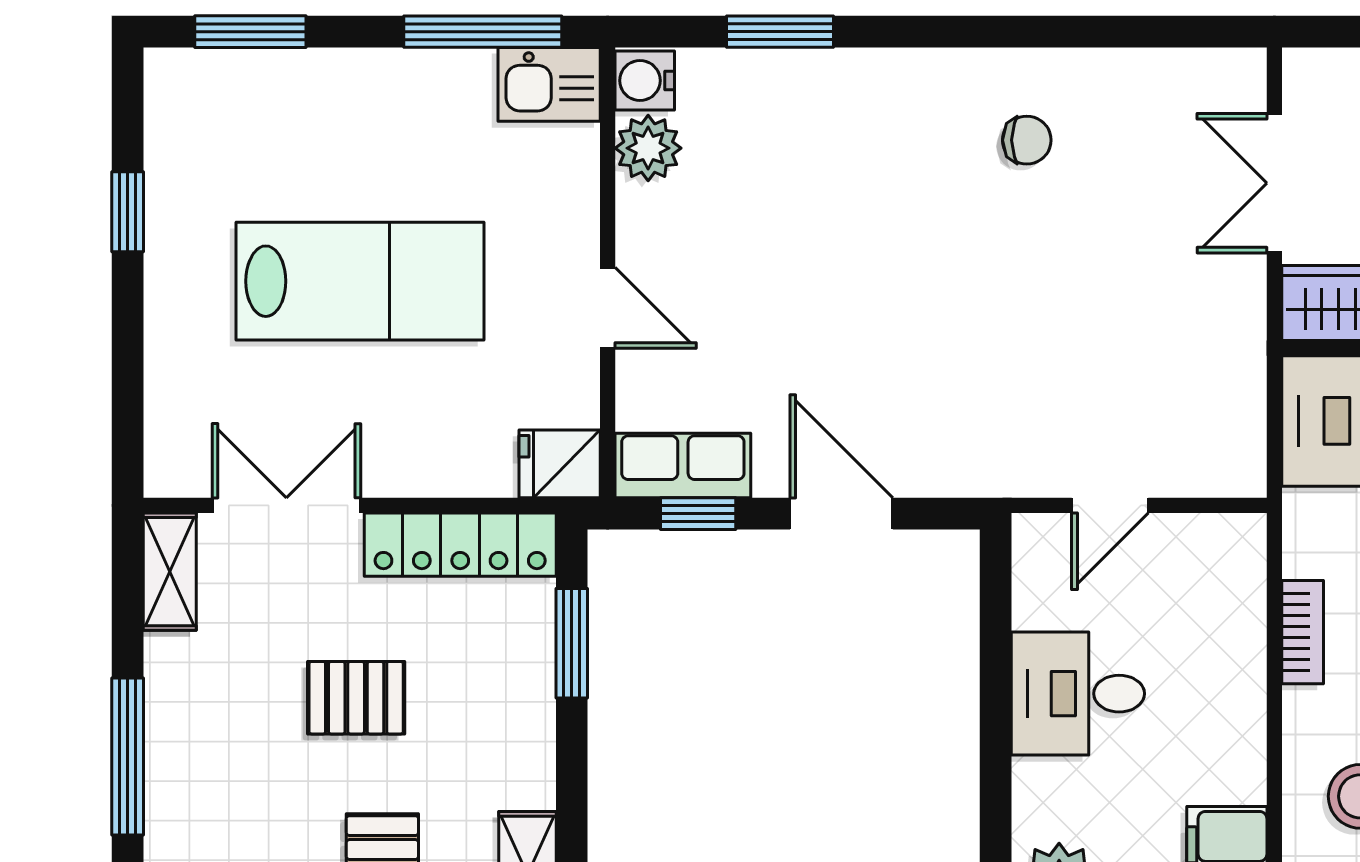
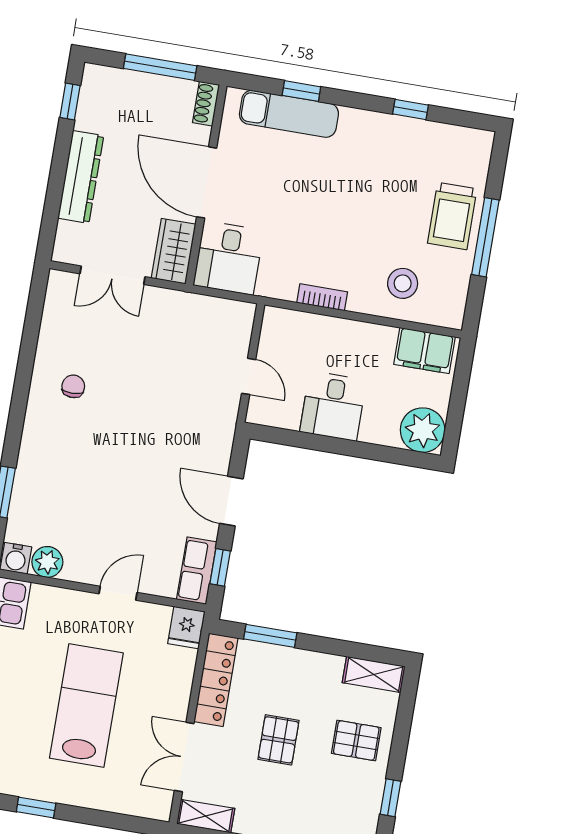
door: (841, 514) -> (231, 501), hinge flipped

